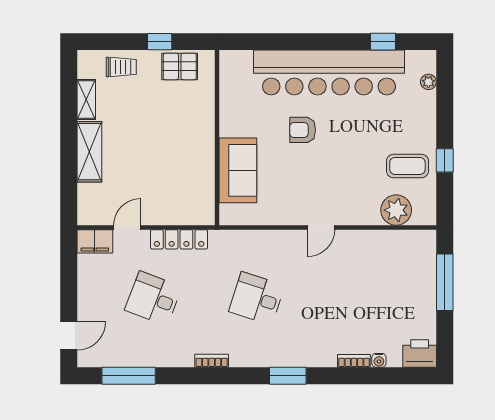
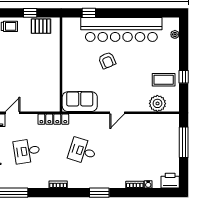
window: (383, 42) -> (89, 13), moved
armchair: (303, 130) -> (107, 60), turned -113
sofa: (238, 170) -> (80, 102), moved, turned -90
locker: (179, 239) -> (53, 119), moved
desk: (153, 298) -> (27, 151), turned -30

